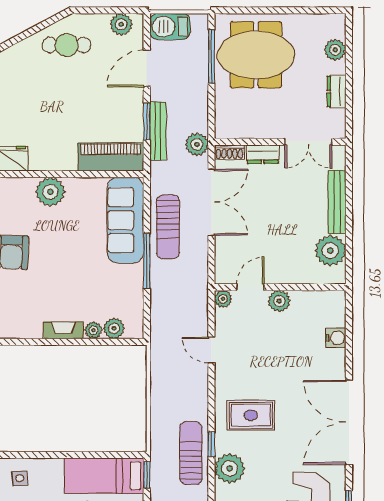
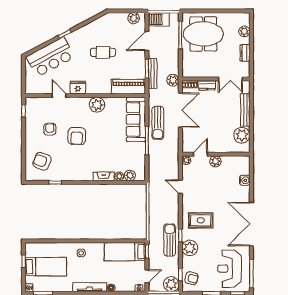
cafe table: (66, 45) -> (103, 52), moved

